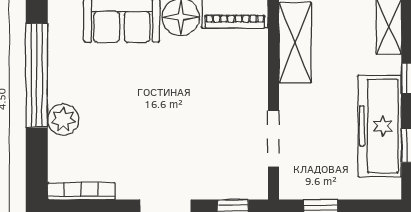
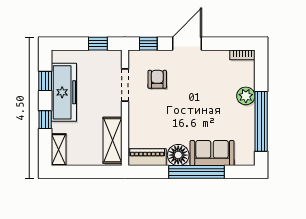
armchair: (217, 149) -> (157, 79), added
bookcase: (81, 191) -> (242, 55), width x0.64

